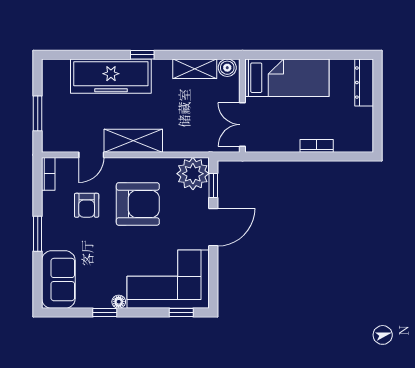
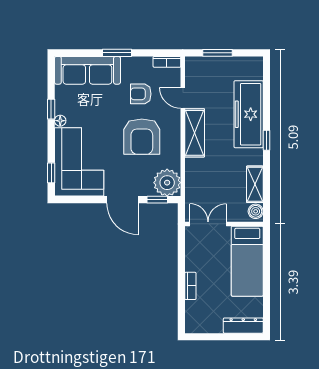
sofa: (58, 280) -> (87, 70), width x1.36

